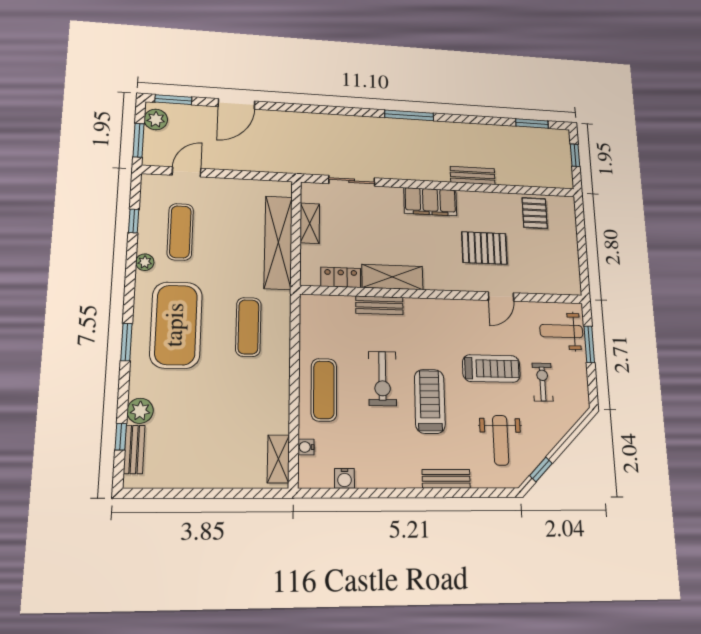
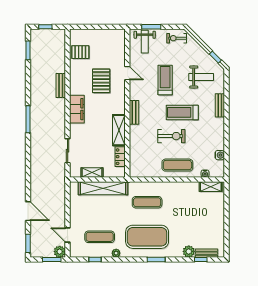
plant: (156, 119) -> (60, 252), moved
bench: (379, 305) -> (134, 112), moved
exercise bike: (543, 382) -> (177, 38), moved

